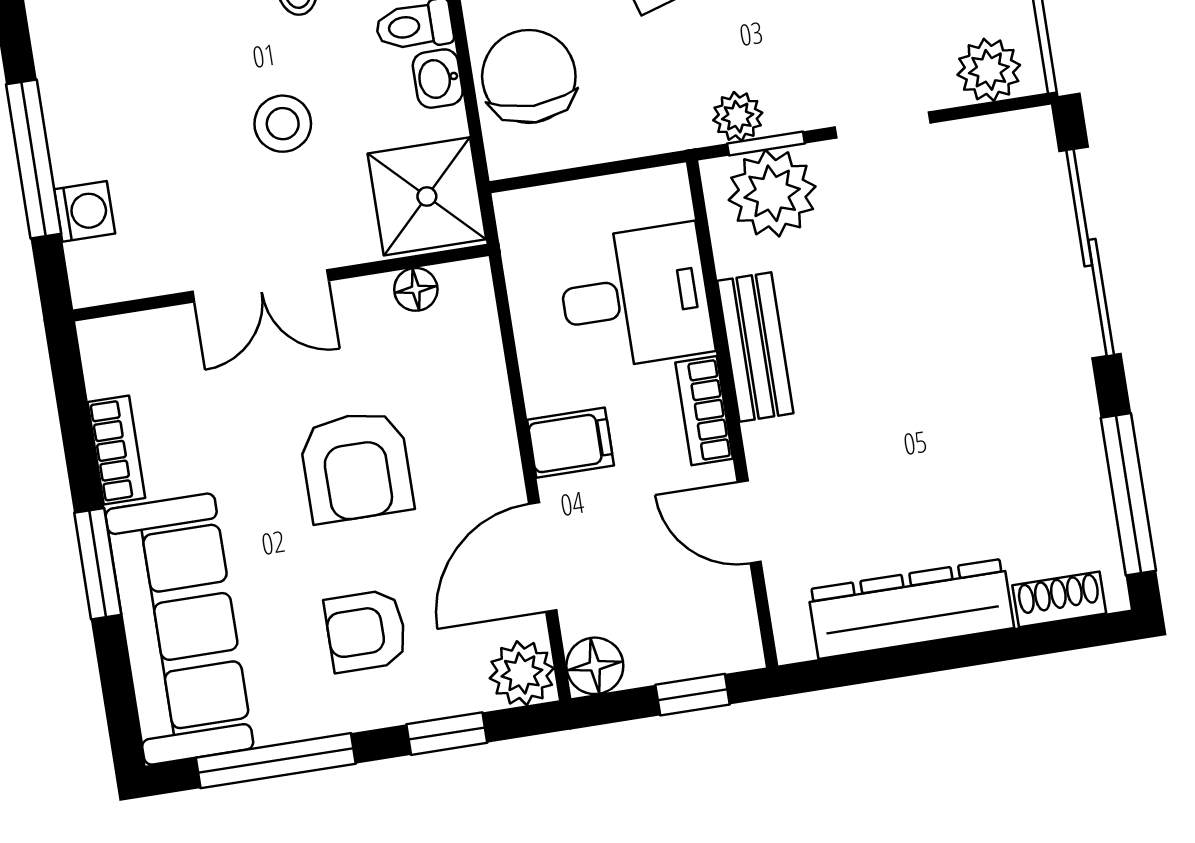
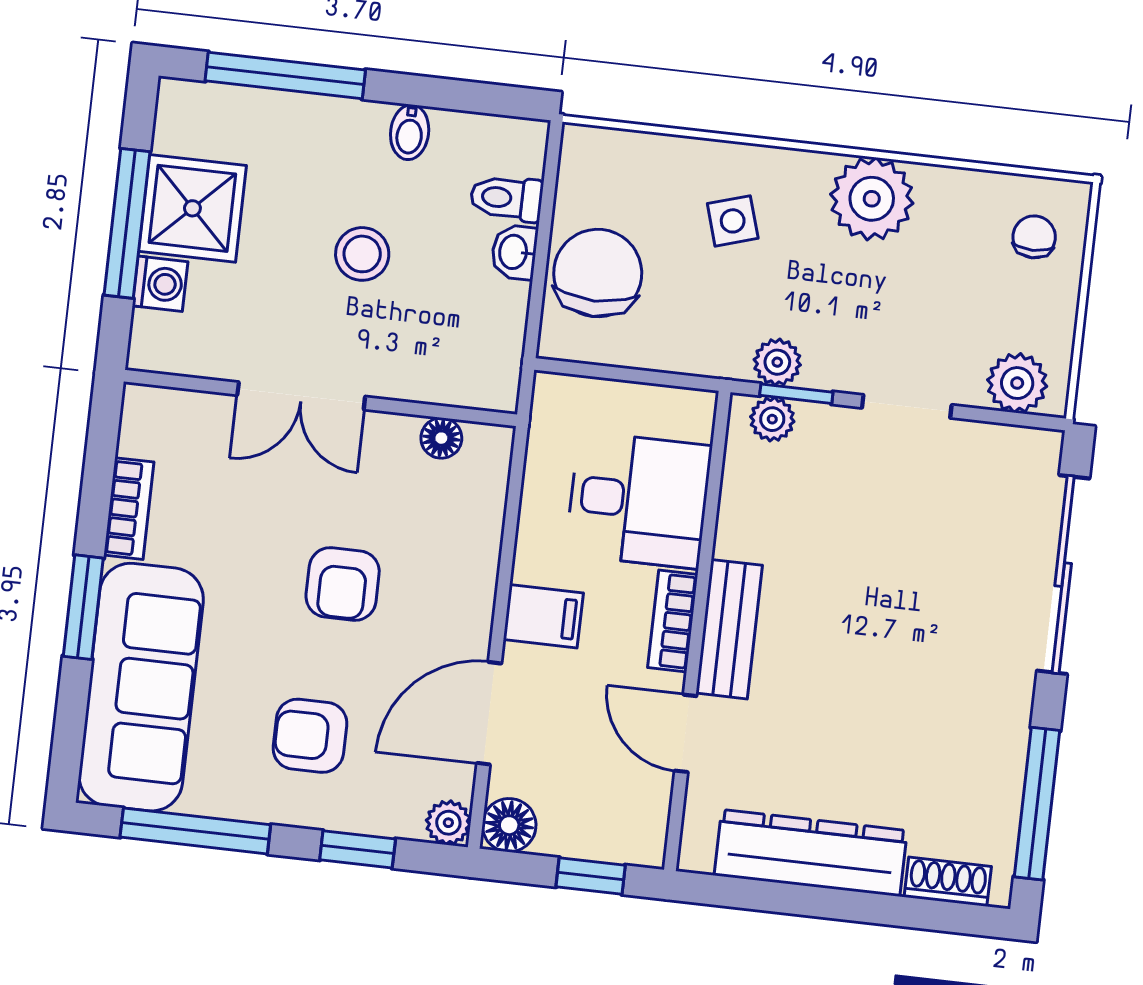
plant: (772, 193) -> (772, 419), width x0.53, depth x0.53
shower: (427, 196) -> (192, 208), moved
bench: (755, 347) -> (729, 629), moved
armchair: (356, 467) -> (343, 584), width x0.72, depth x0.72
plant: (522, 673) -> (448, 823), width x0.73, depth x0.73

